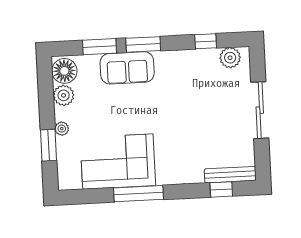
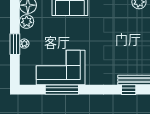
window: (48, 145) -> (15, 44), moved
window: (138, 194) -> (62, 90), moved

